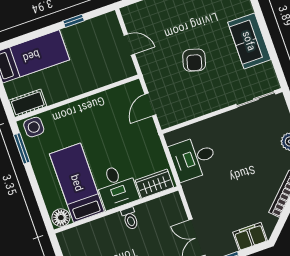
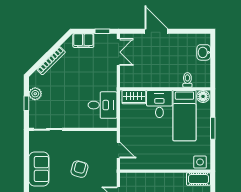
door: (150, 104) -> (118, 150), hinge flipped
window: (22, 148) -> (213, 128), moved
toilet: (130, 218) -> (187, 80), moved

